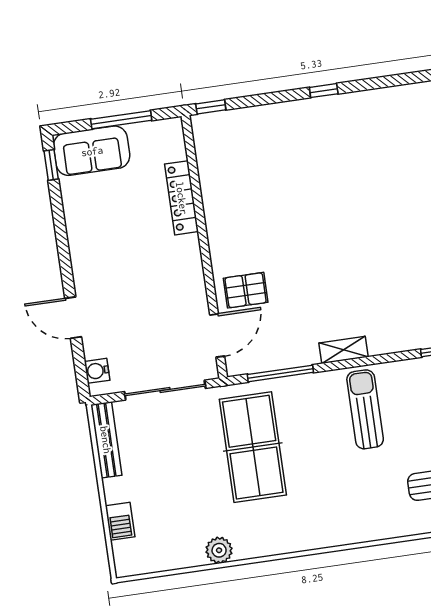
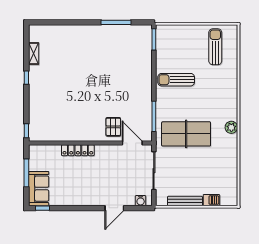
locker: (182, 198) -> (78, 150), moved
shelving: (343, 350) -> (34, 53), moved
bench: (106, 440) -> (185, 201), moved
plant: (219, 550) -> (231, 127), moved

